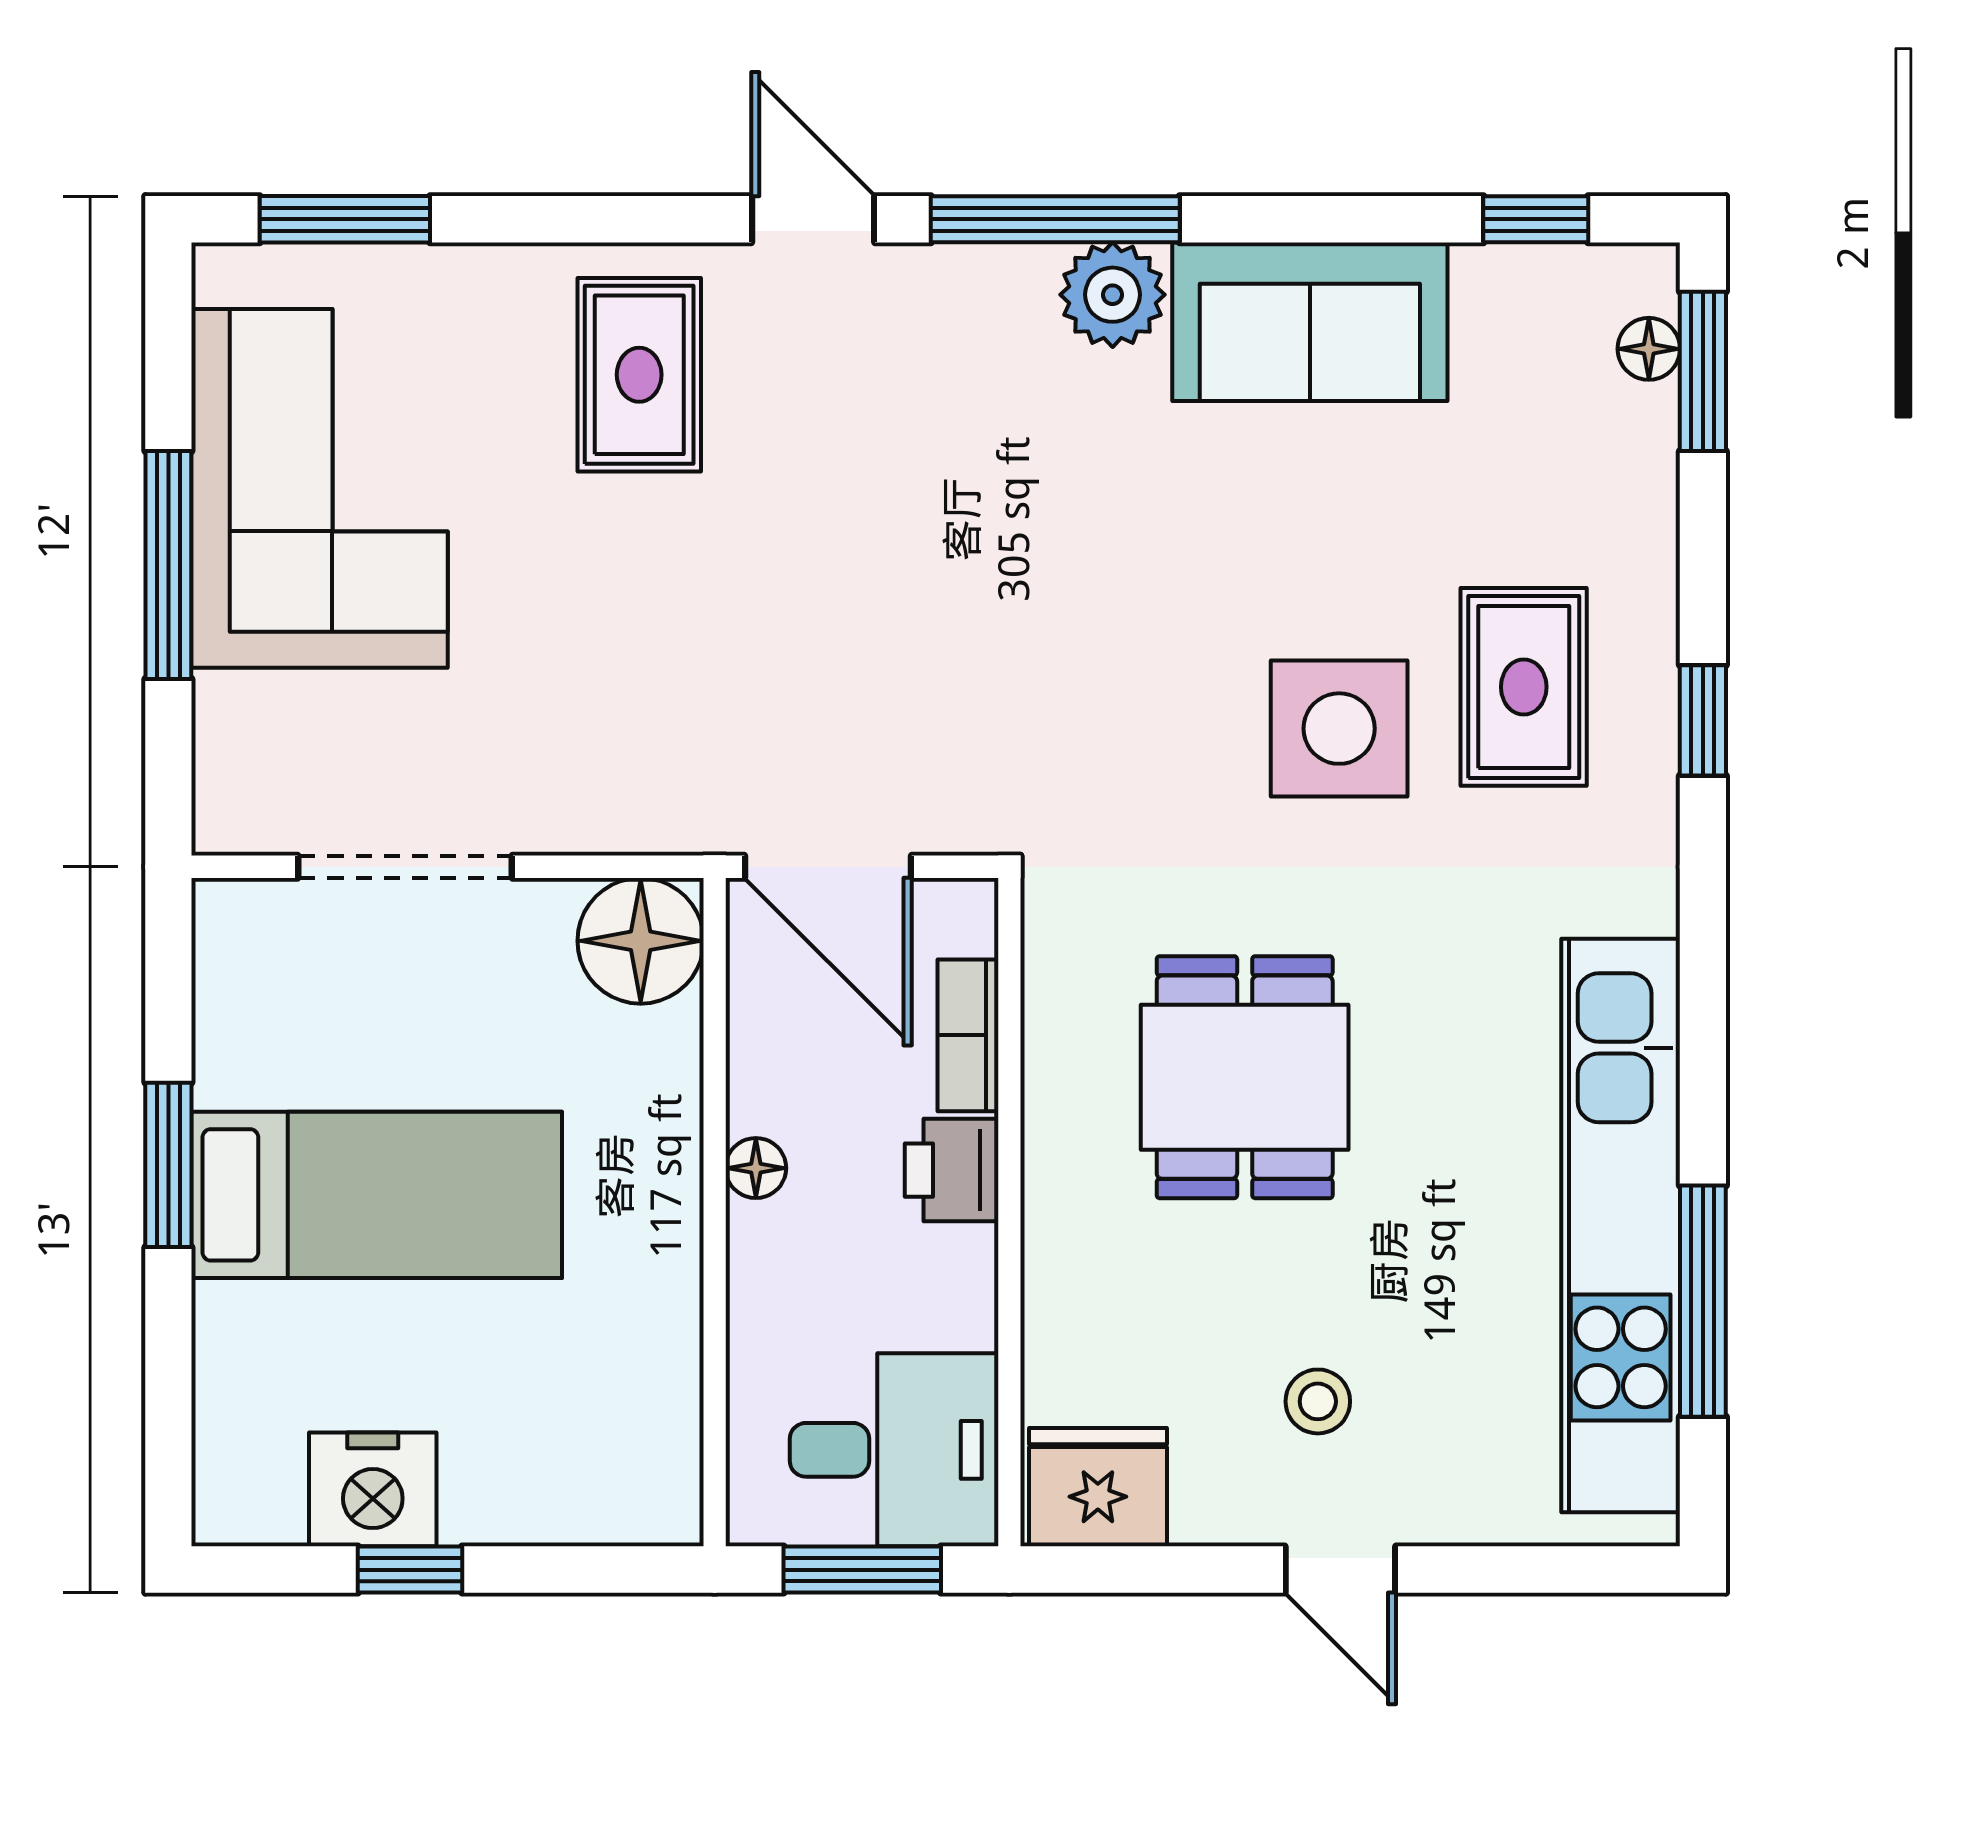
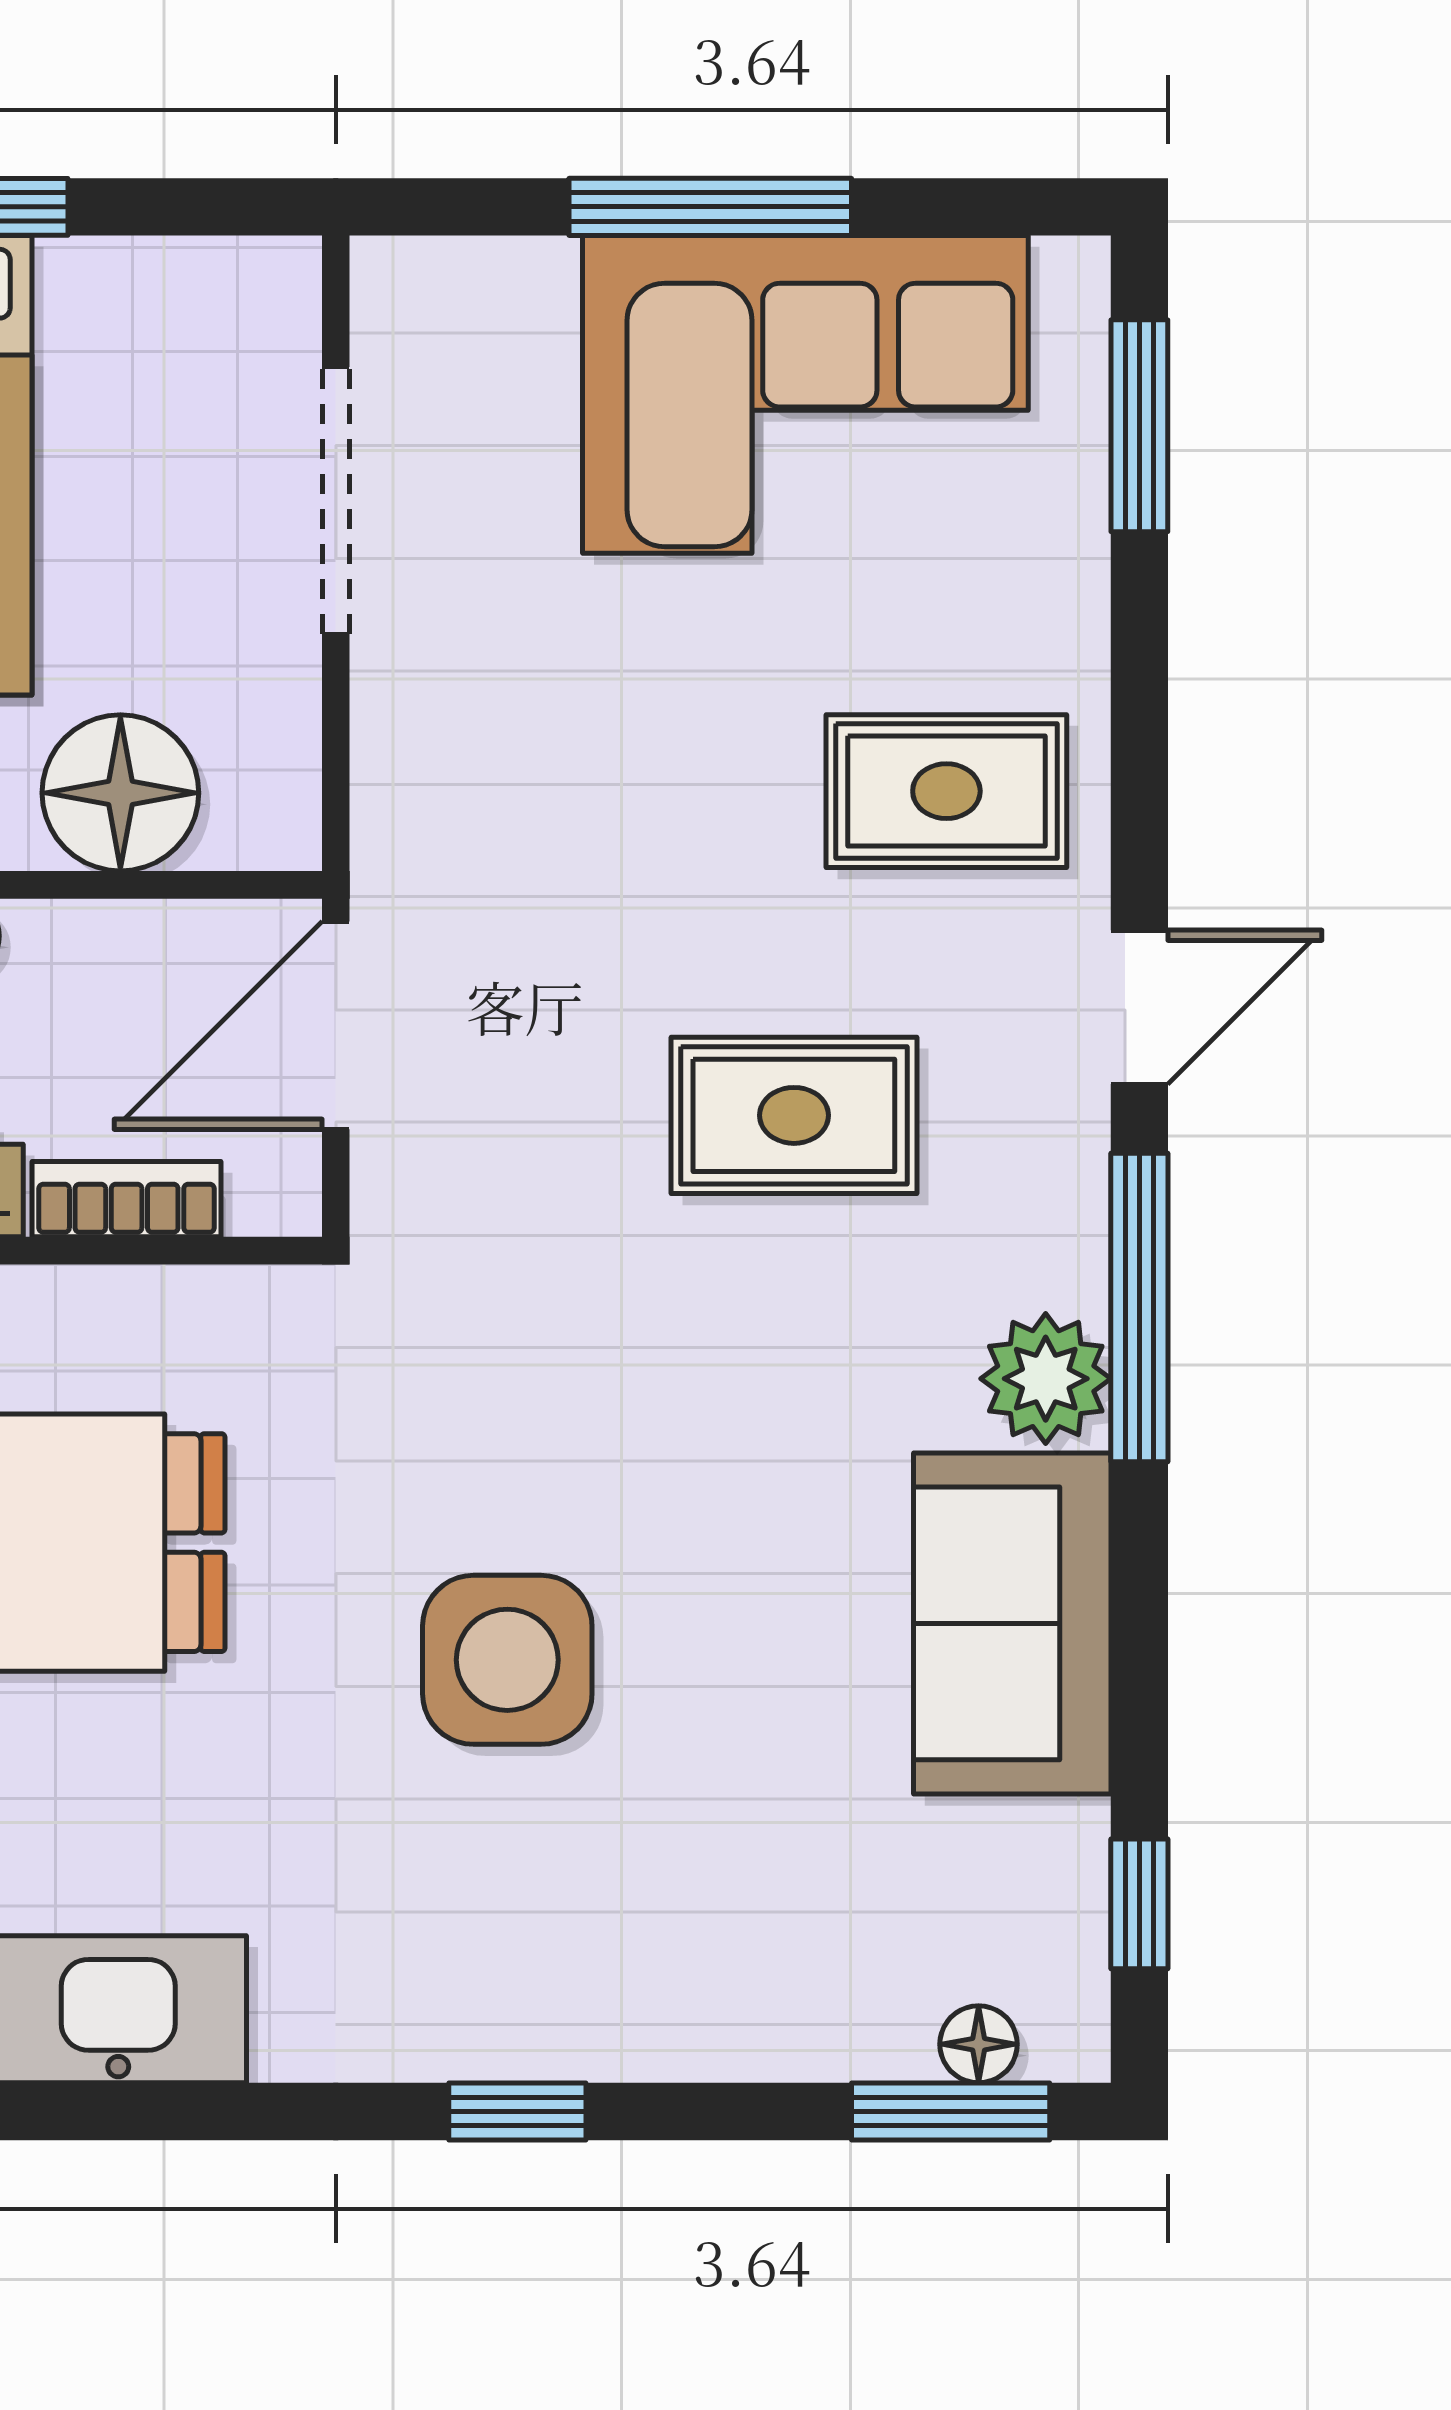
rug: (1524, 687) -> (794, 1115), moved
floor lamp: (641, 941) -> (120, 793), moved

